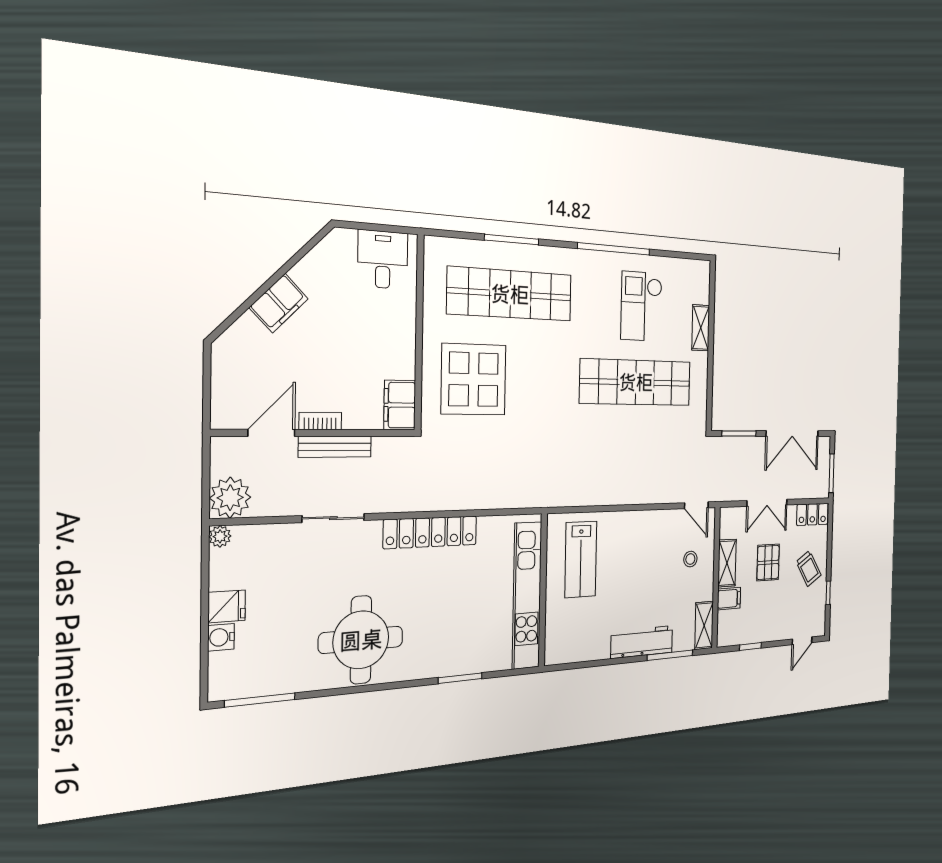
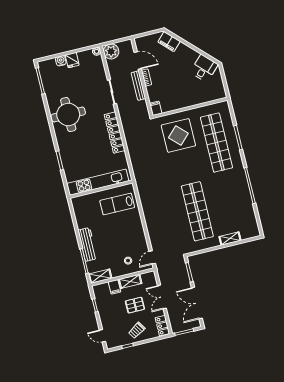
desk: (383, 260) -> (204, 68), moved, turned -45
filing cabinet: (279, 303) -> (169, 42), moved
checkout: (641, 306) -> (230, 205), removed
filing cabinet: (400, 405) -> (156, 108), width x0.50

